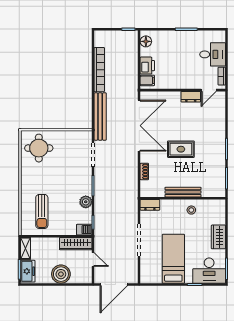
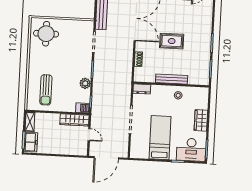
boiler: (61, 274) -> (60, 146), removed

